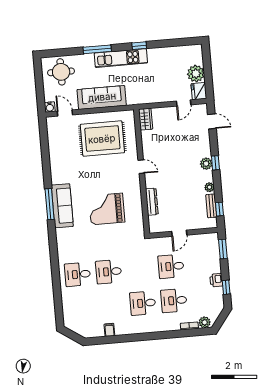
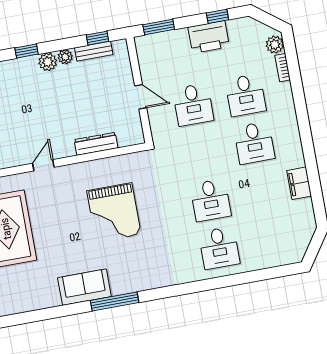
plant: (206, 164) -> (48, 62), moved
sofa: (62, 206) -> (84, 287), moved, width x0.73
printer: (216, 280) -> (209, 37), width x1.87, depth x1.48
filing cabinet: (109, 330) -> (299, 183), width x2.00

